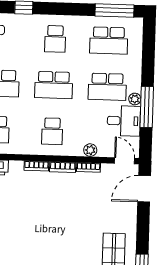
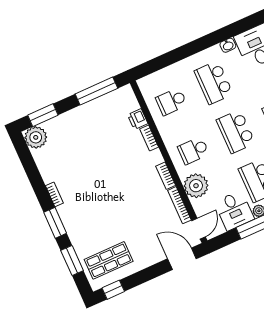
plant: (90, 150) -> (196, 186), width x1.88, depth x1.88
bookcase: (36, 166) -> (149, 138), moved
bookcase: (88, 167) -> (179, 205), width x1.56

